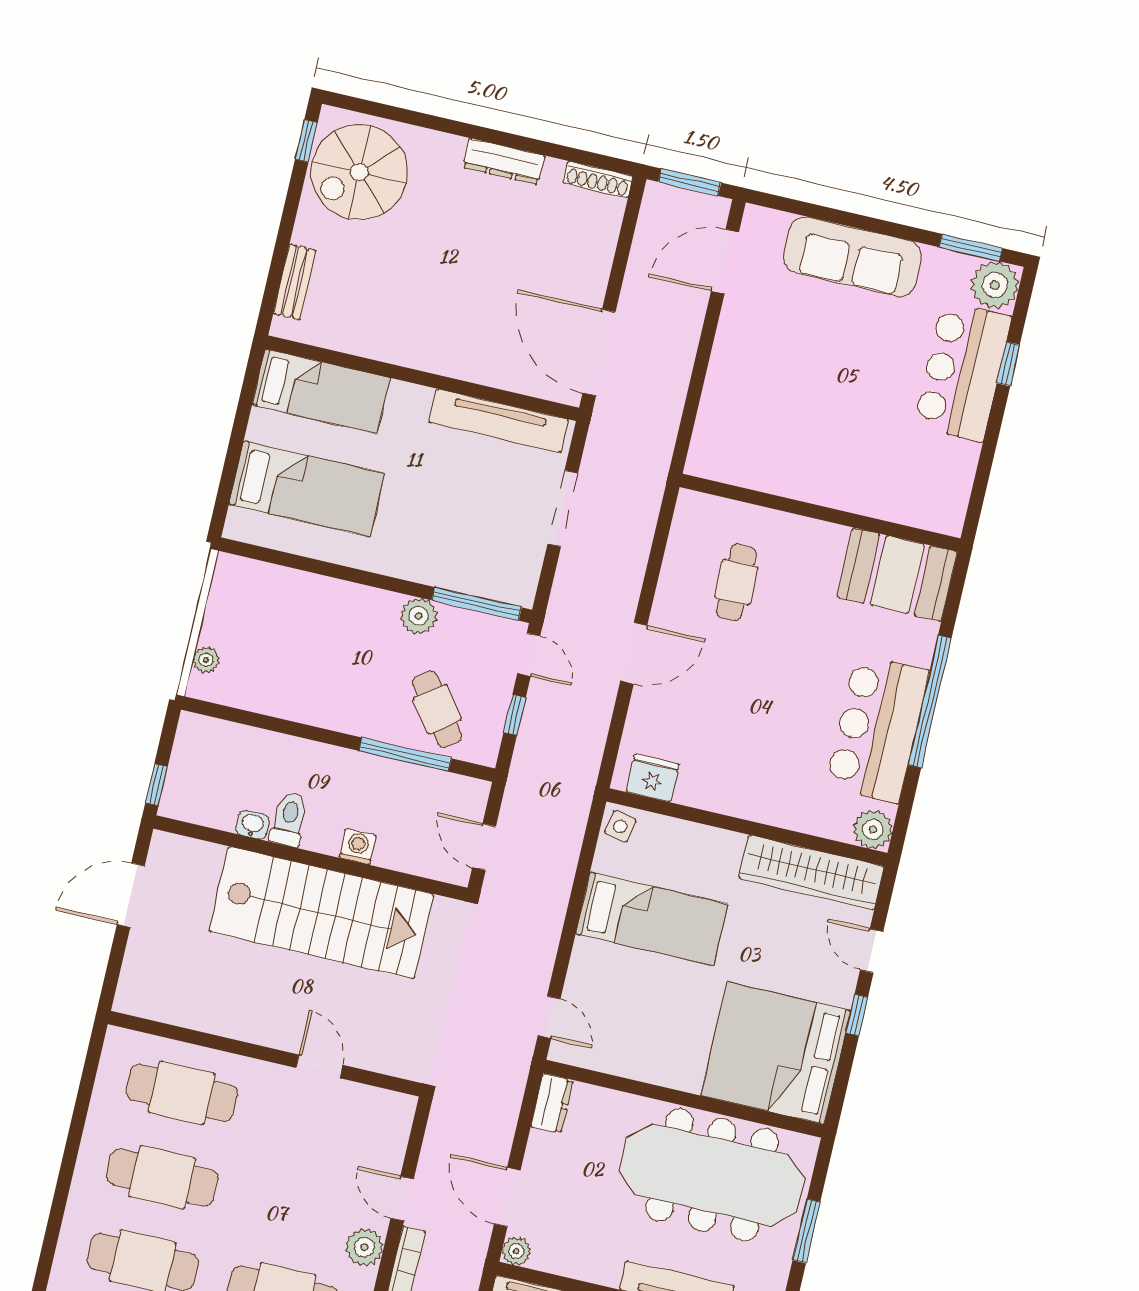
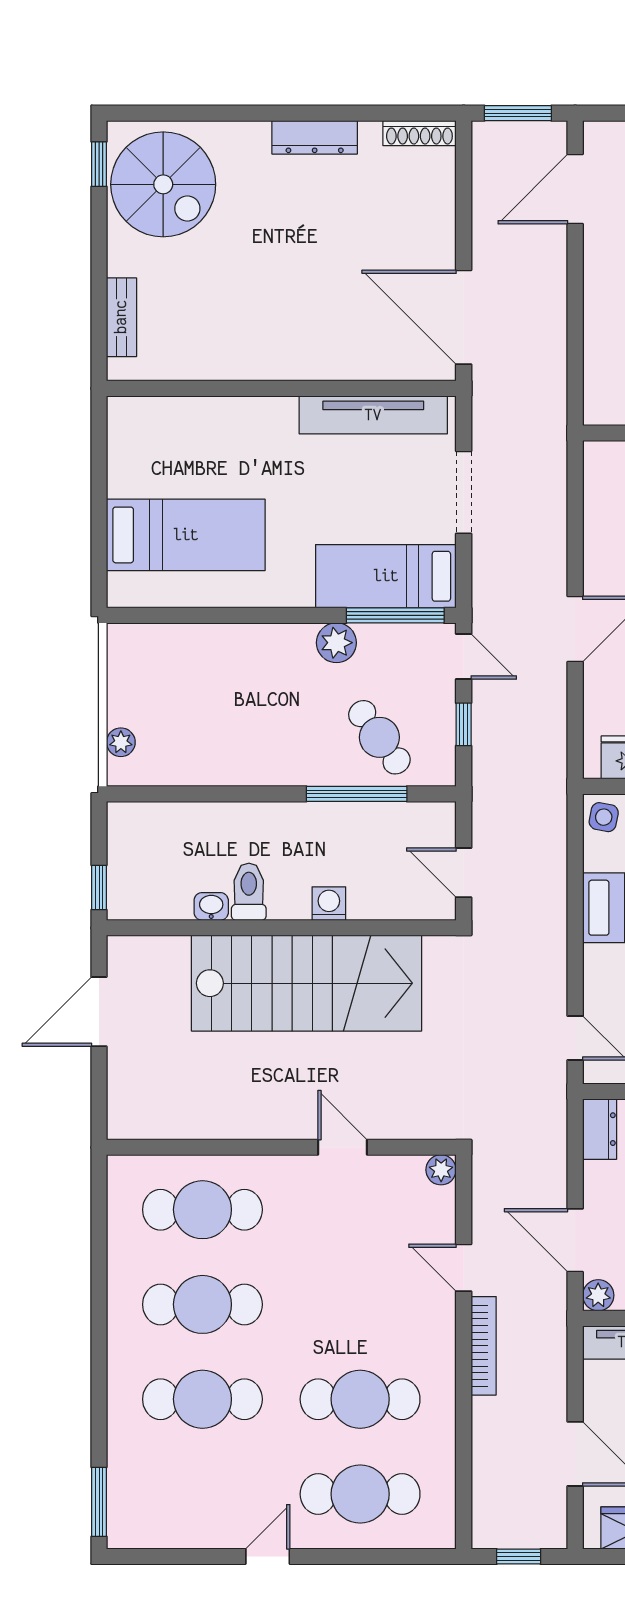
spiral stairs: (359, 172) -> (163, 184), turned -90
bed: (321, 391) -> (386, 576), moved, turned 180
plant: (364, 1247) -> (441, 1170), moved, width x0.73, depth x0.73

